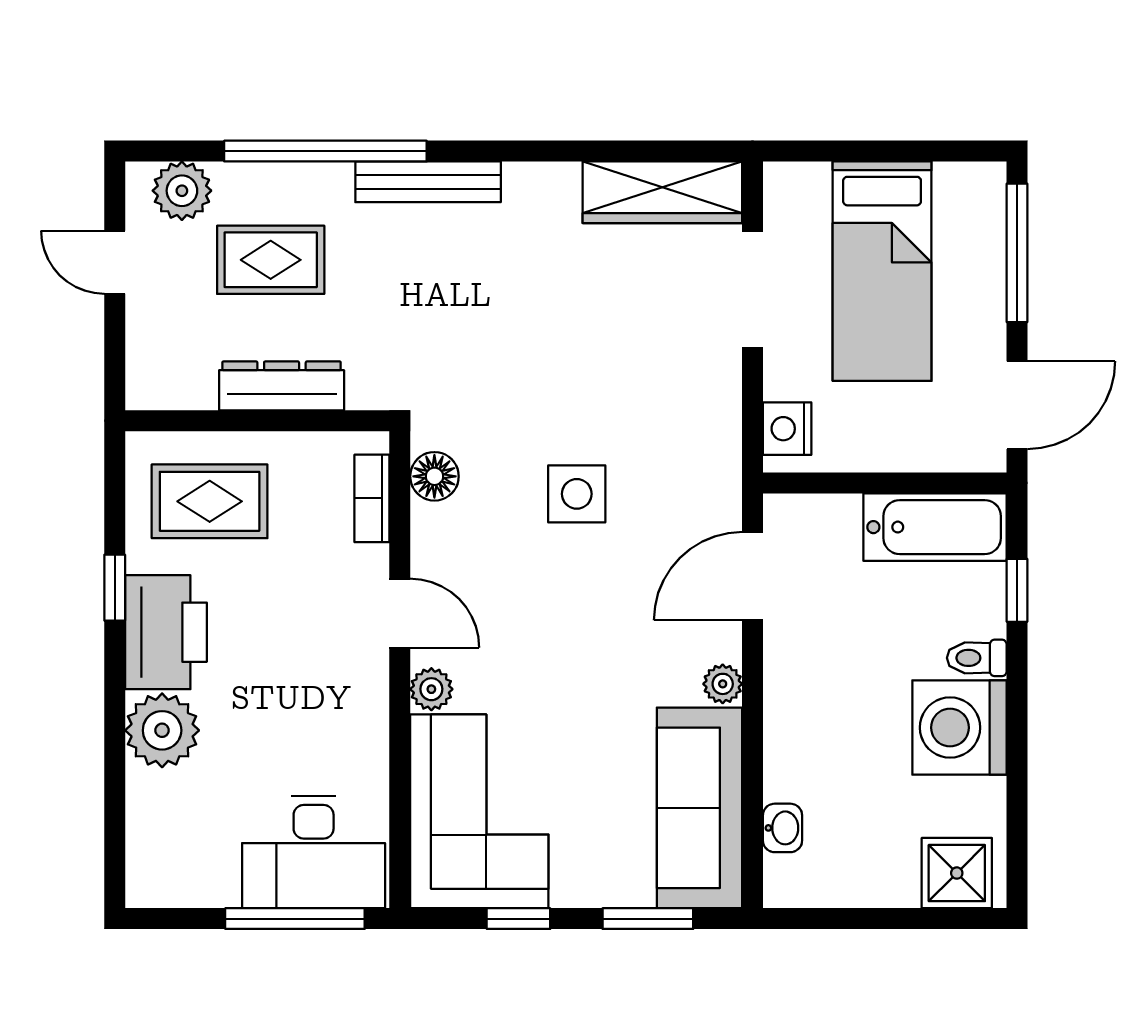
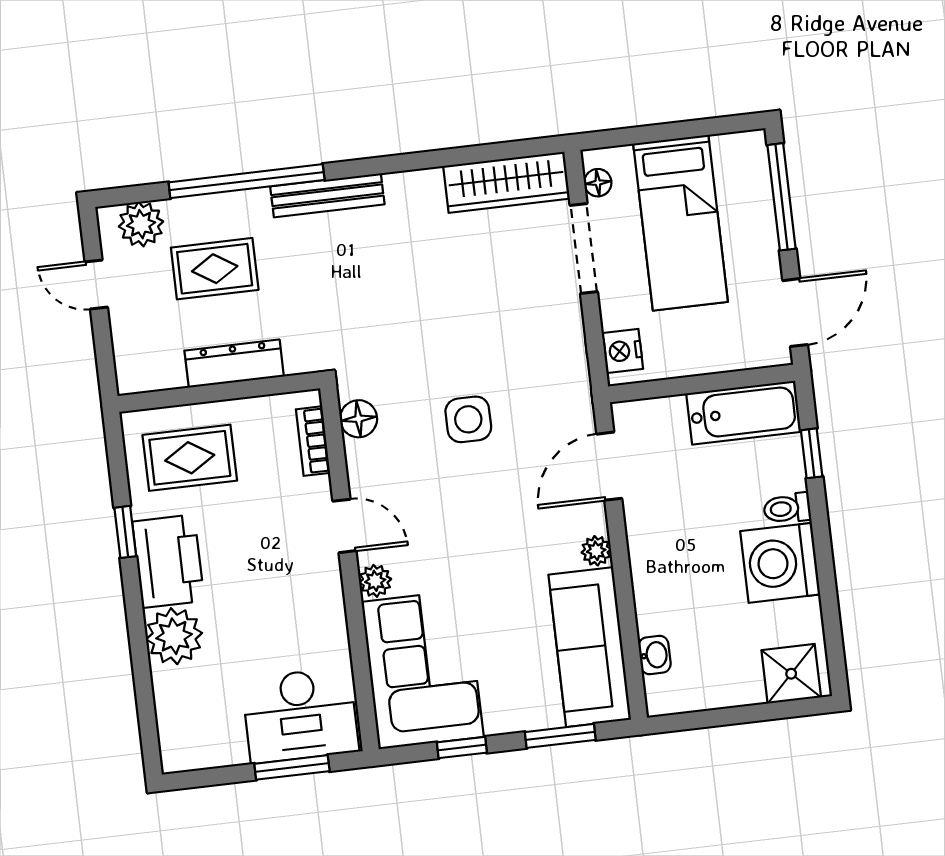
floor lamp: (781, 207) -> (598, 183), added
window: (295, 919) -> (292, 767), width x0.69

